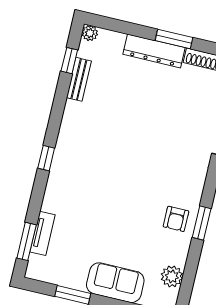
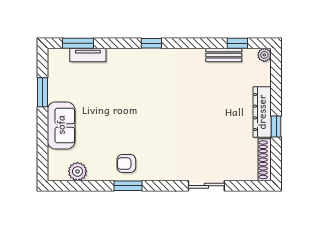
window: (174, 39) -> (276, 126), width x0.67

